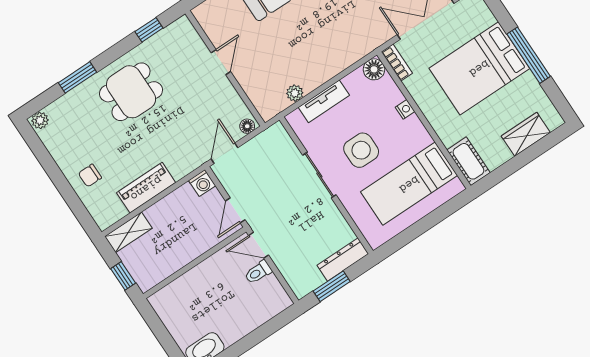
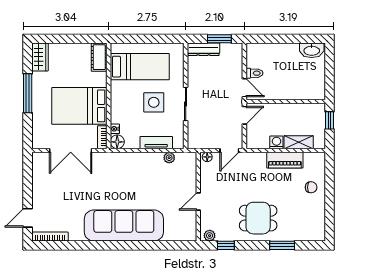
bed: (479, 68) -> (79, 106), moved, turned 180
nightstand: (405, 109) -> (115, 129), moved
plant: (40, 120) -> (210, 236), moved
wardrobe: (526, 134) -> (40, 57), moved, turned -90
washing machine: (202, 183) -> (276, 142), moved
shelving: (128, 232) -> (299, 142), moved

